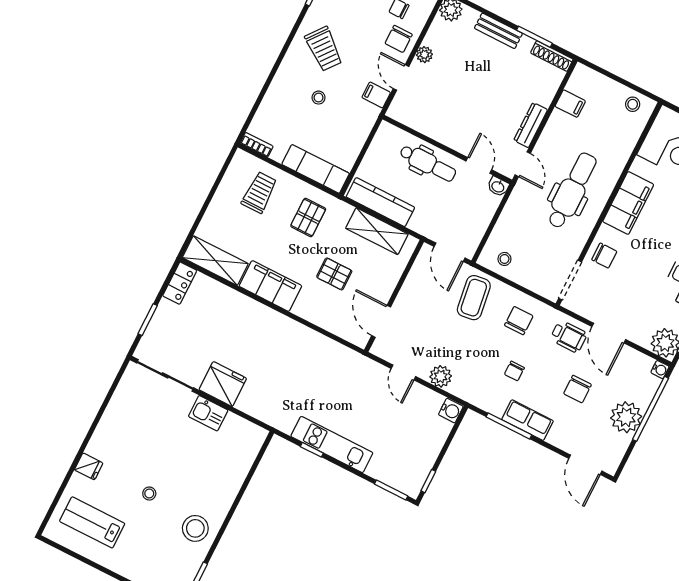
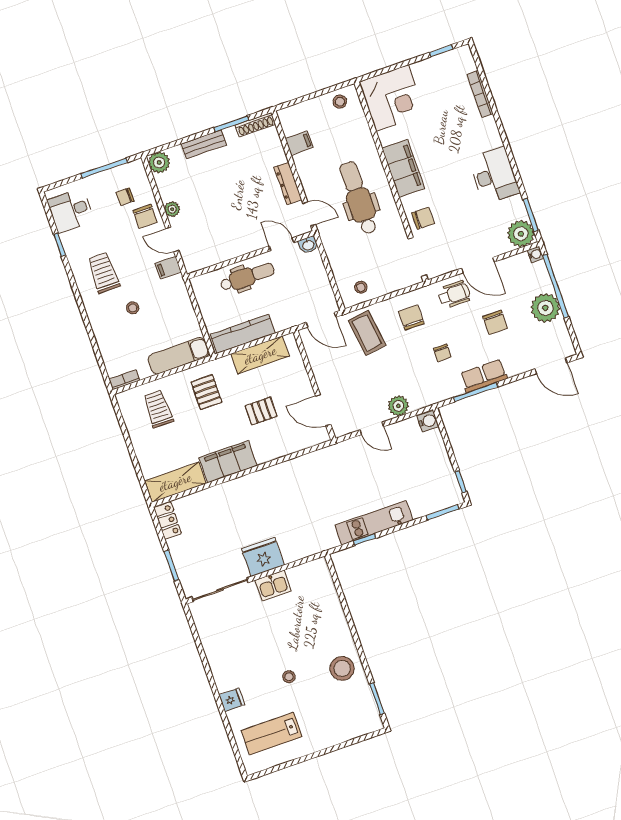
trolley: (324, 49) -> (103, 273), turned -128

